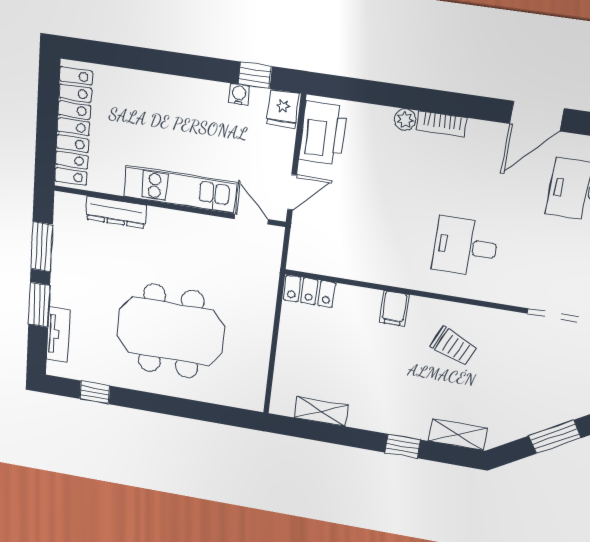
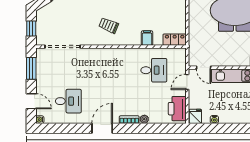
window: (255, 75) -> (208, 128), removed
door: (537, 116) -> (102, 128), moved
desk: (465, 247) -> (154, 70), moved
filing cabinet: (394, 308) -> (147, 38), moved

